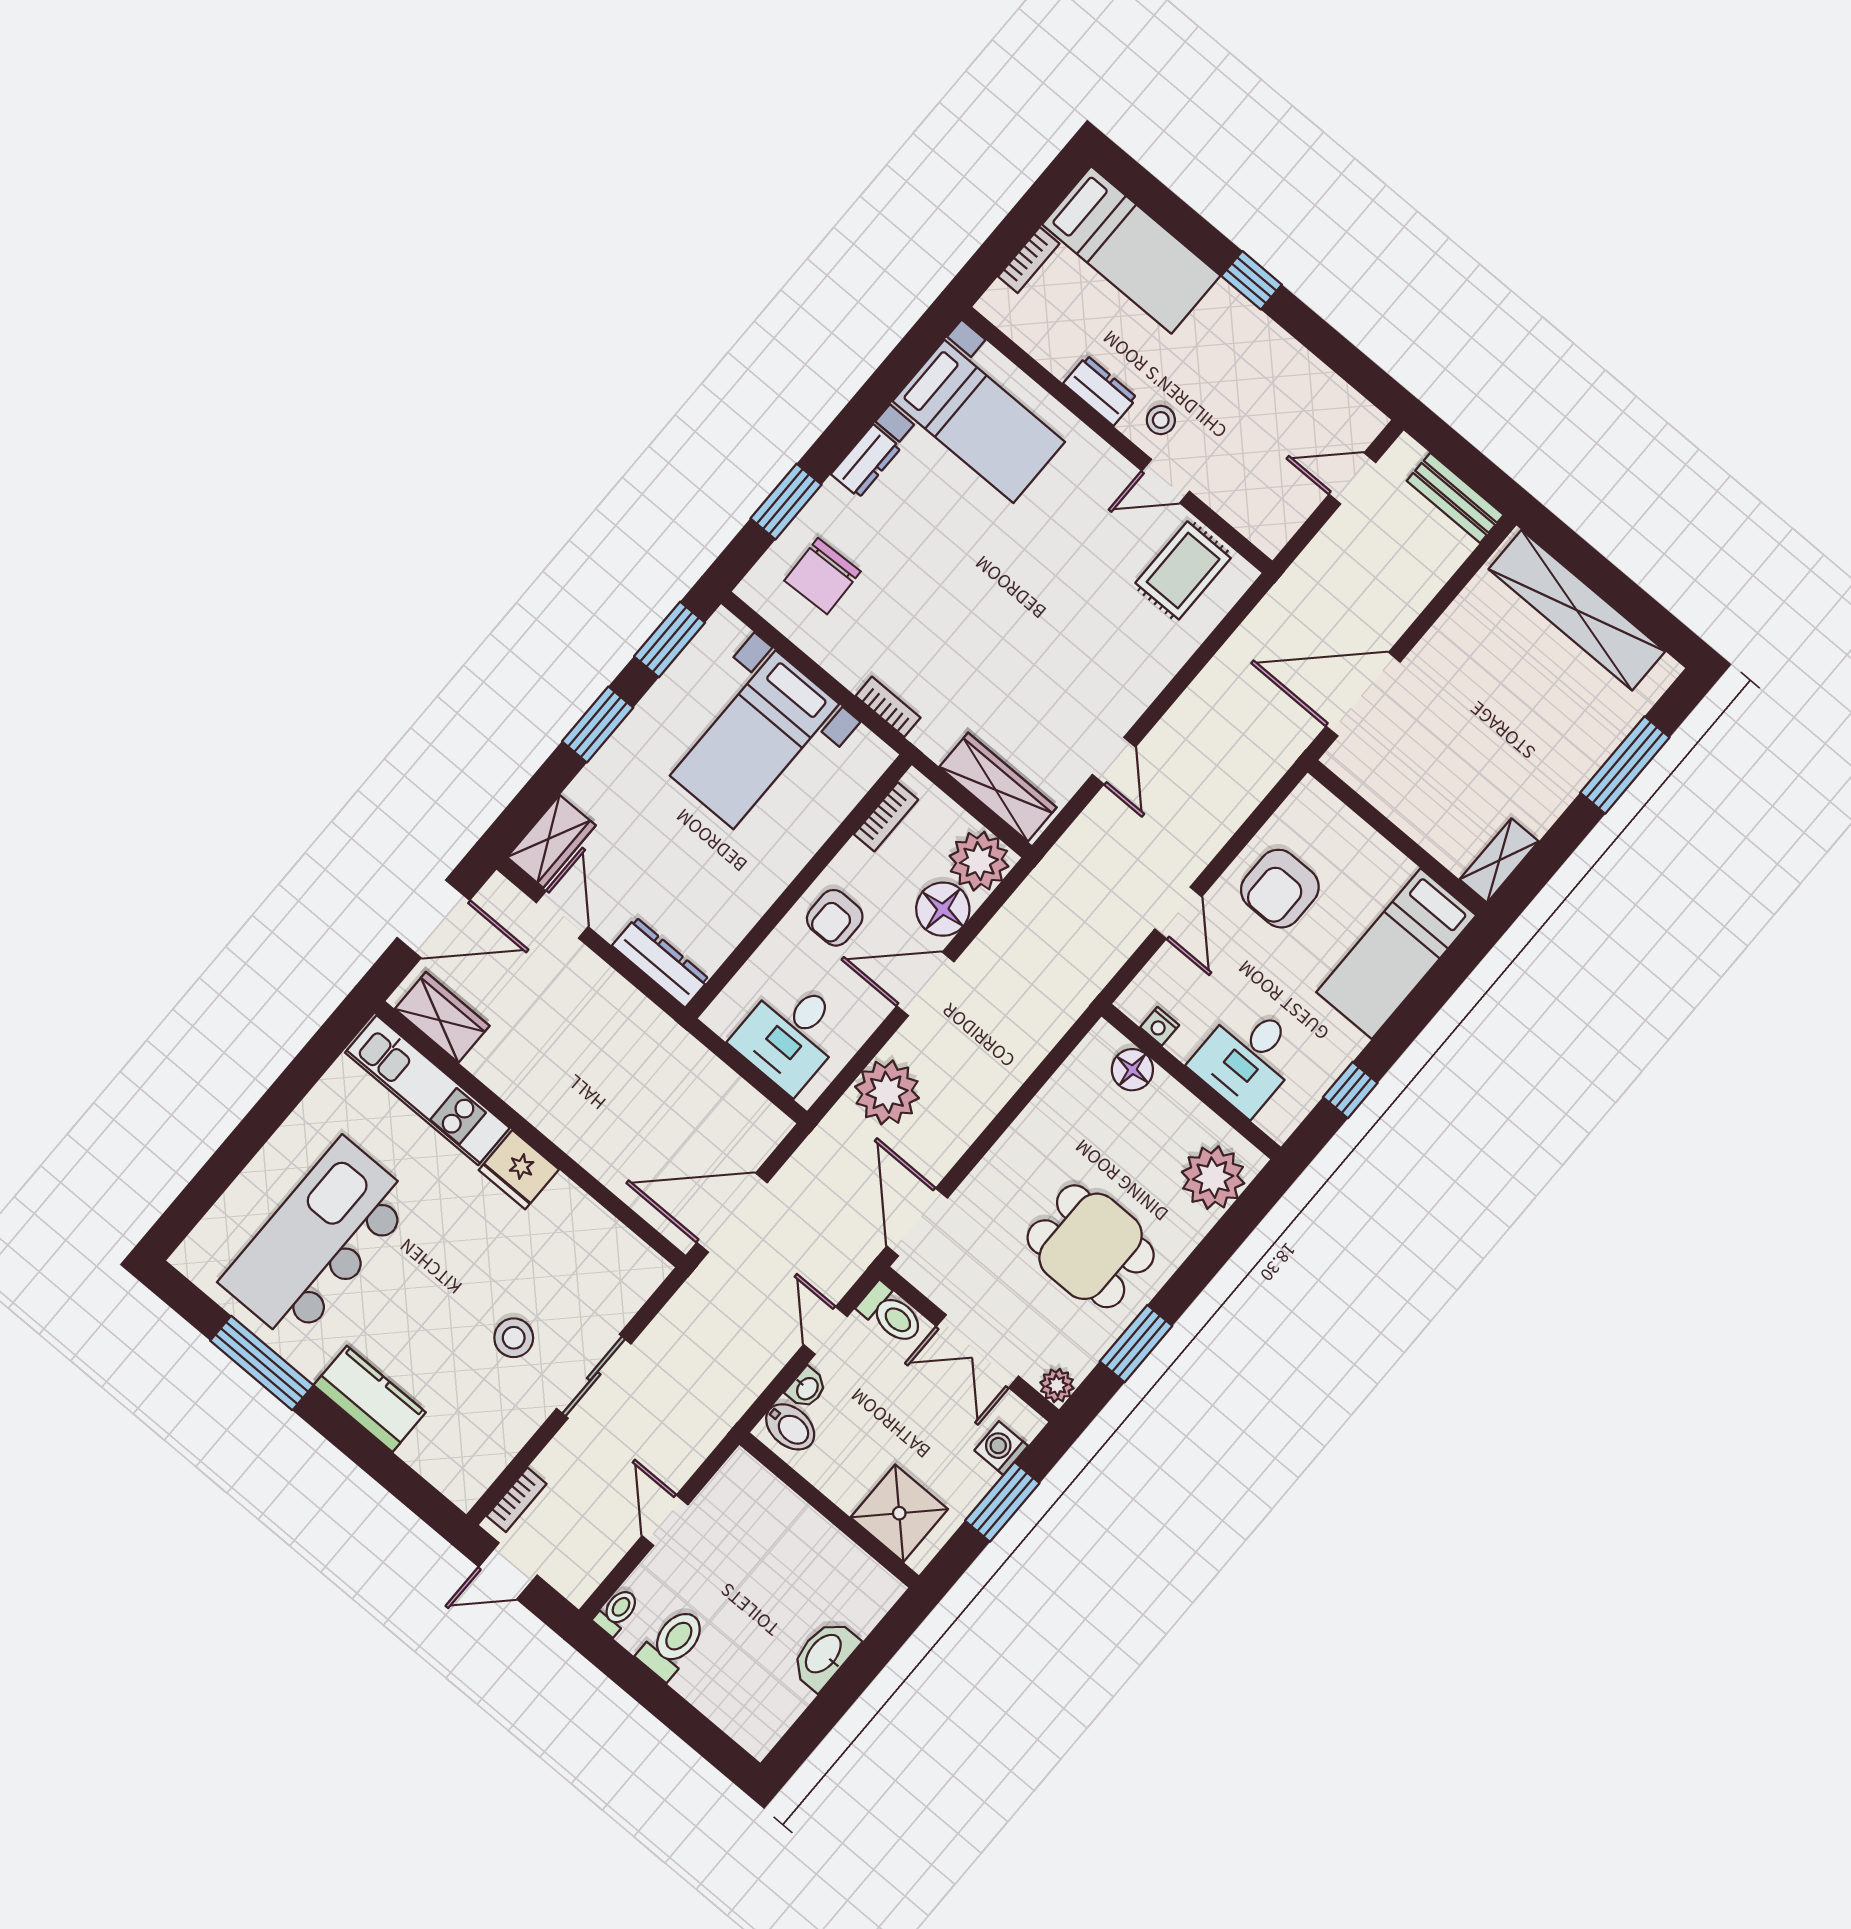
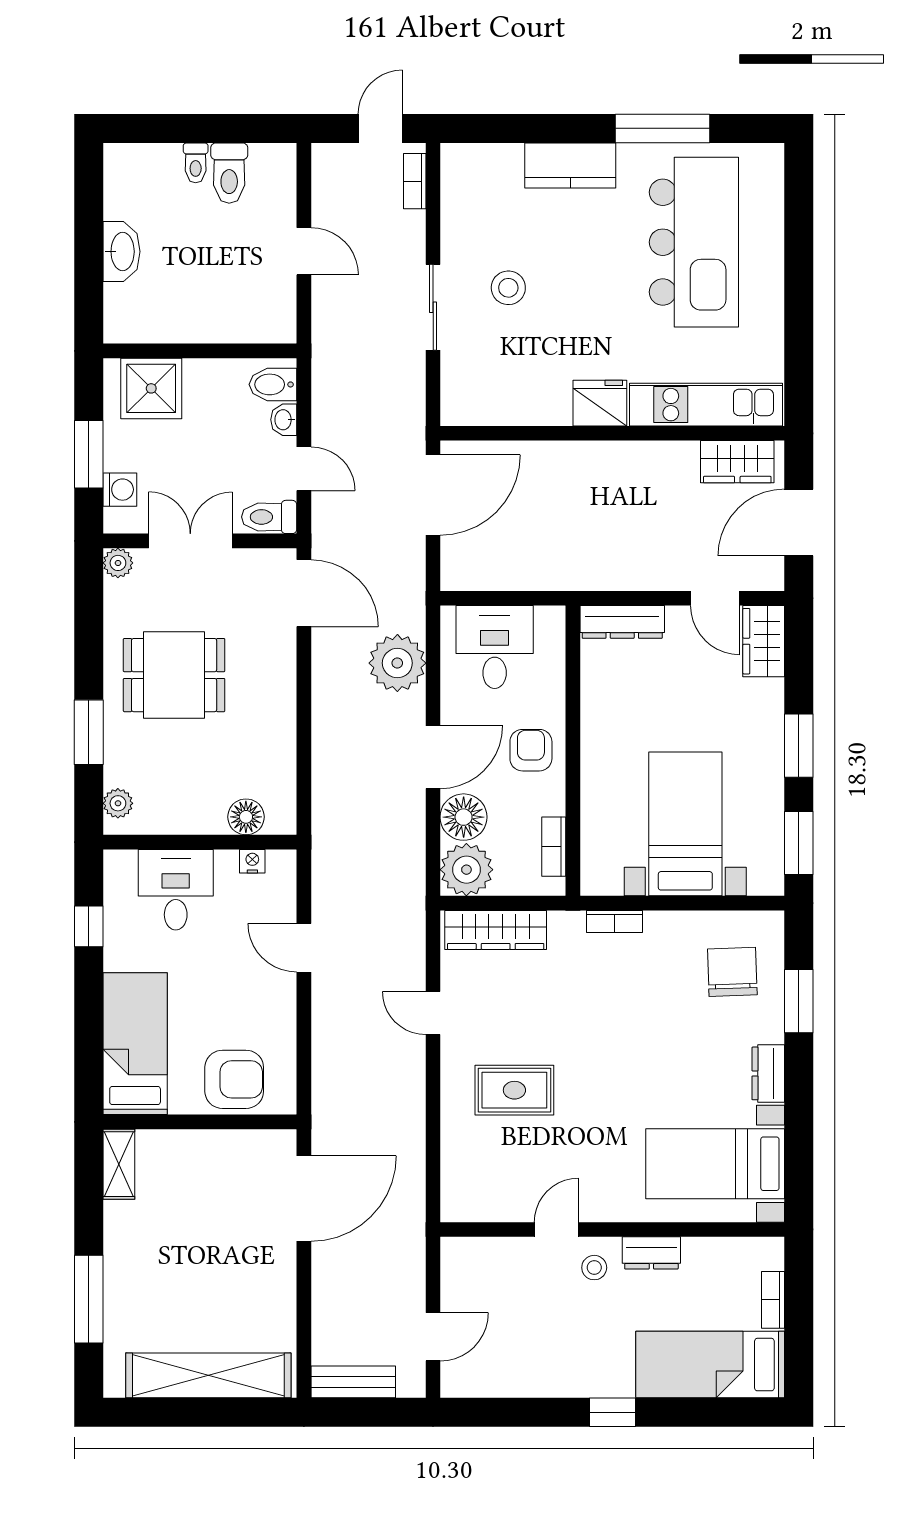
rug: (1183, 570) -> (514, 1090), moved, turned 90
armchair: (1280, 889) -> (234, 1079), moved, turned 90
plant: (1213, 1178) -> (118, 803), width x0.53, depth x0.53
window: (1136, 1344) -> (89, 732), moved
toilet: (617, 1612) -> (196, 163), moved

